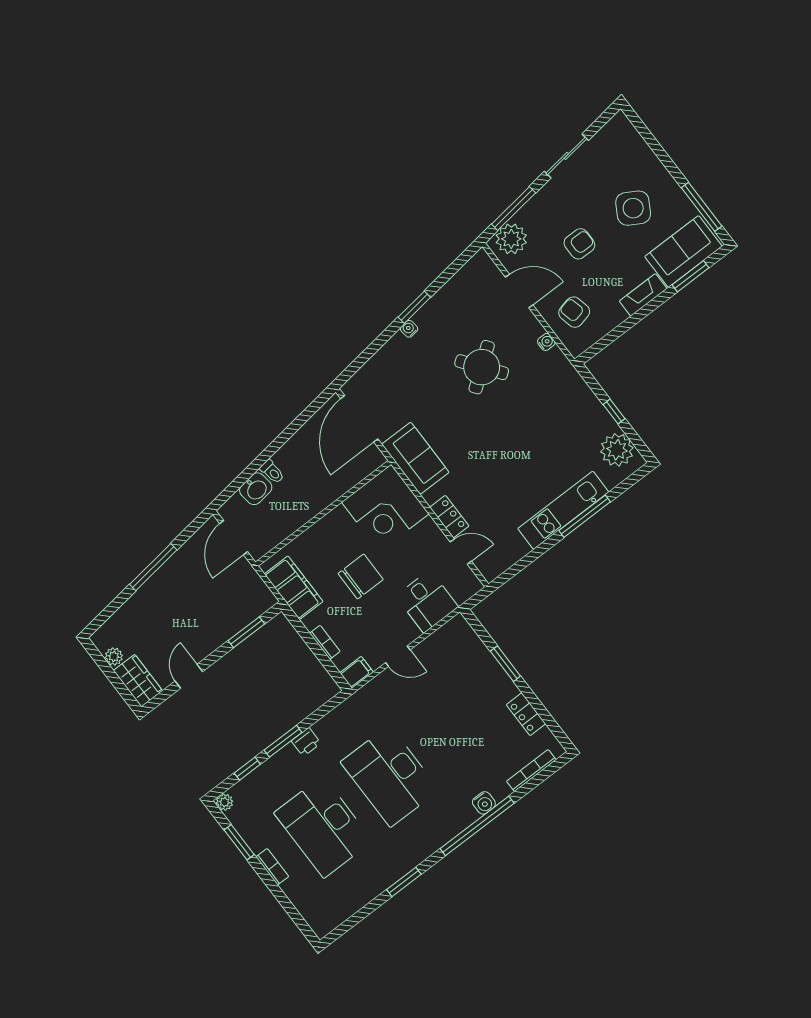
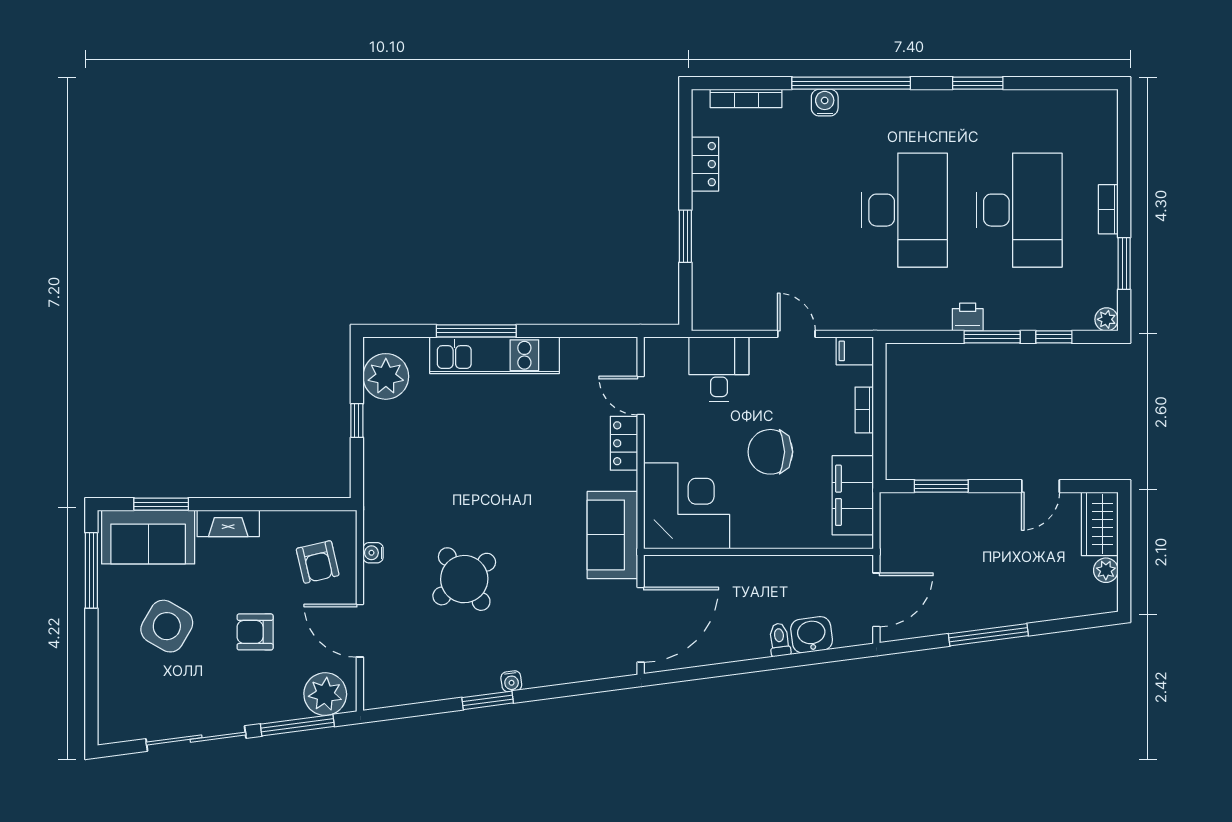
sliding door: (566, 156) -> (196, 739), width x1.37

